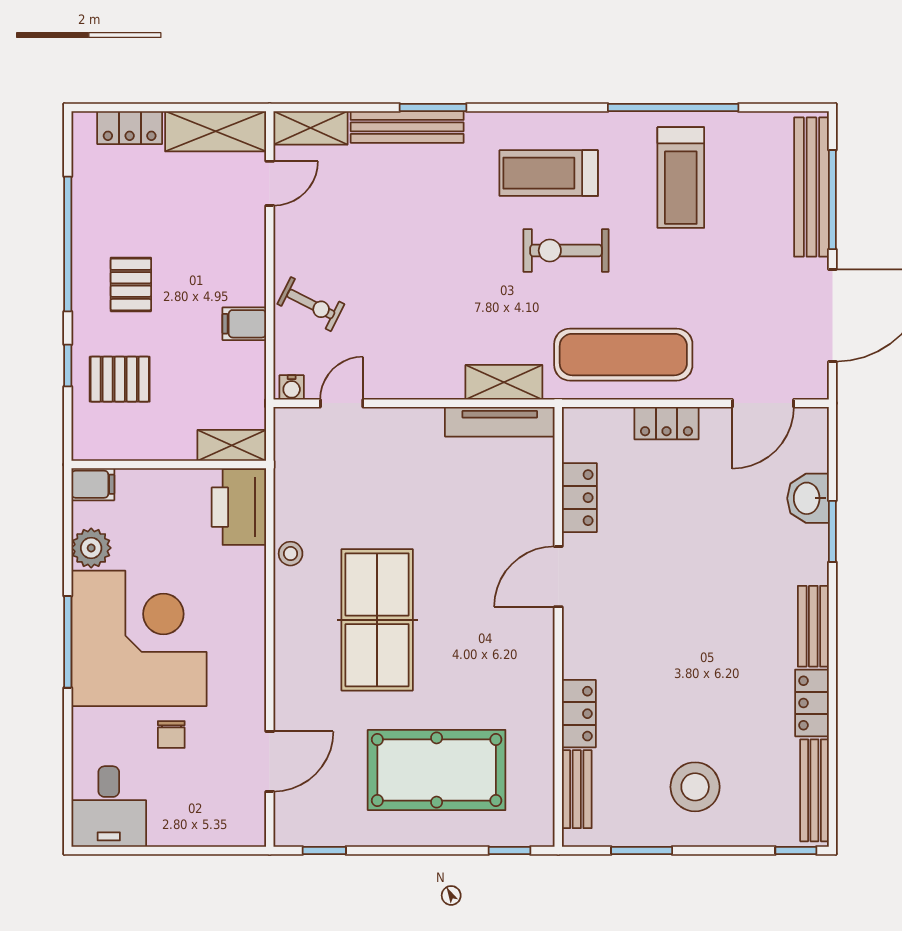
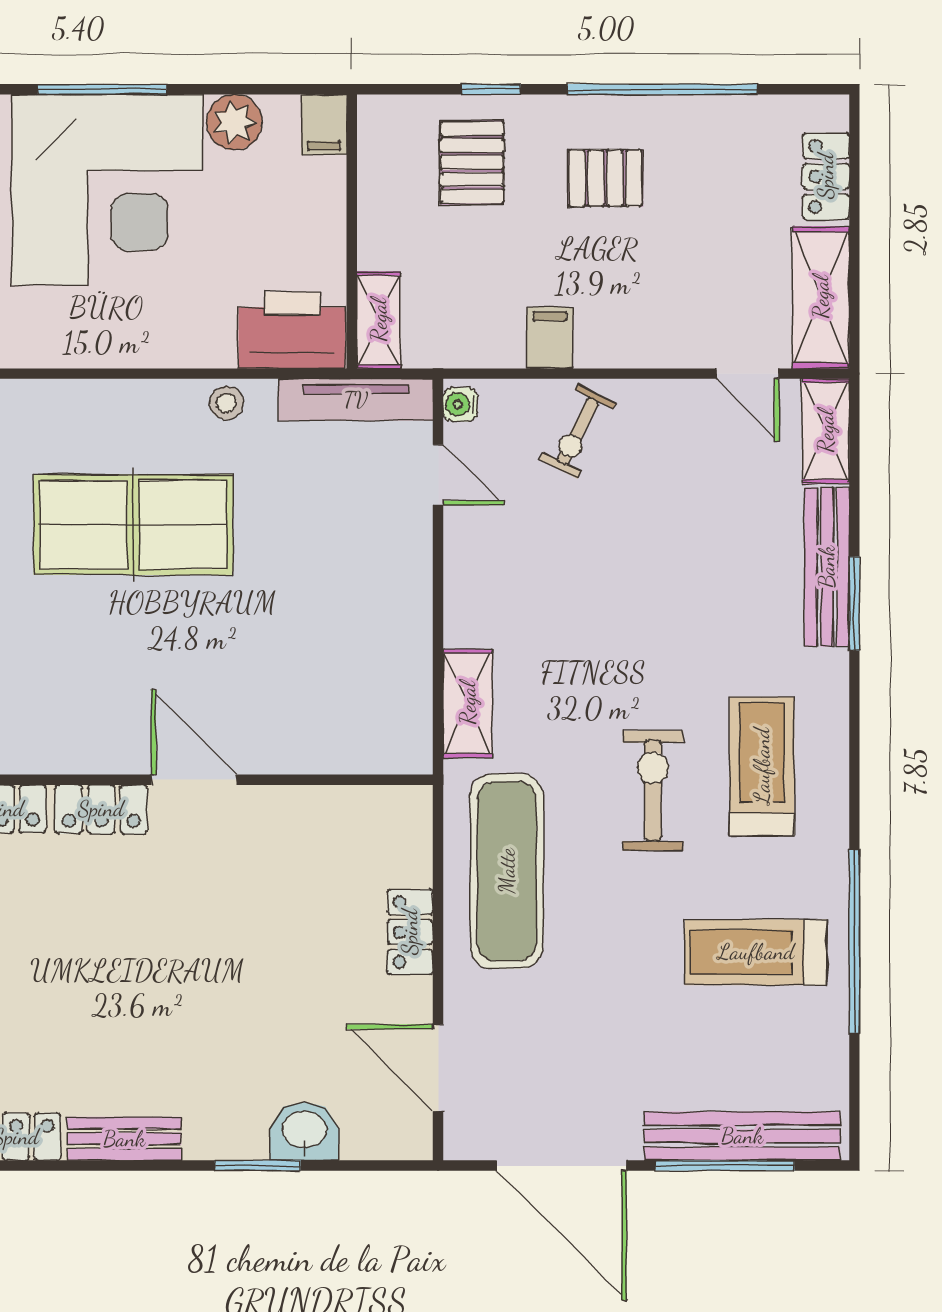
tv unit: (500, 422) -> (356, 400), moved, turned -90
locker: (579, 498) -> (101, 809), moved

